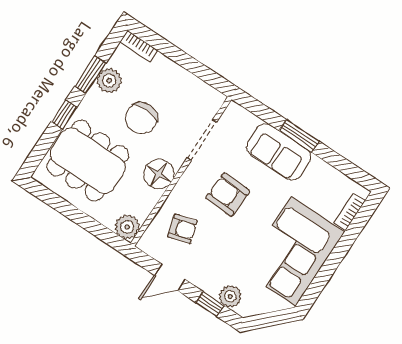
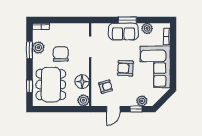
window: (64, 115) -> (29, 86), moved
chair: (141, 118) -> (61, 54), turned 180
dining table: (88, 161) -> (51, 85), turned 90
floor lamp: (159, 174) -> (82, 82), moved
plant: (324, 174) -> (147, 28), added
armchair: (228, 195) -> (125, 68), moved

